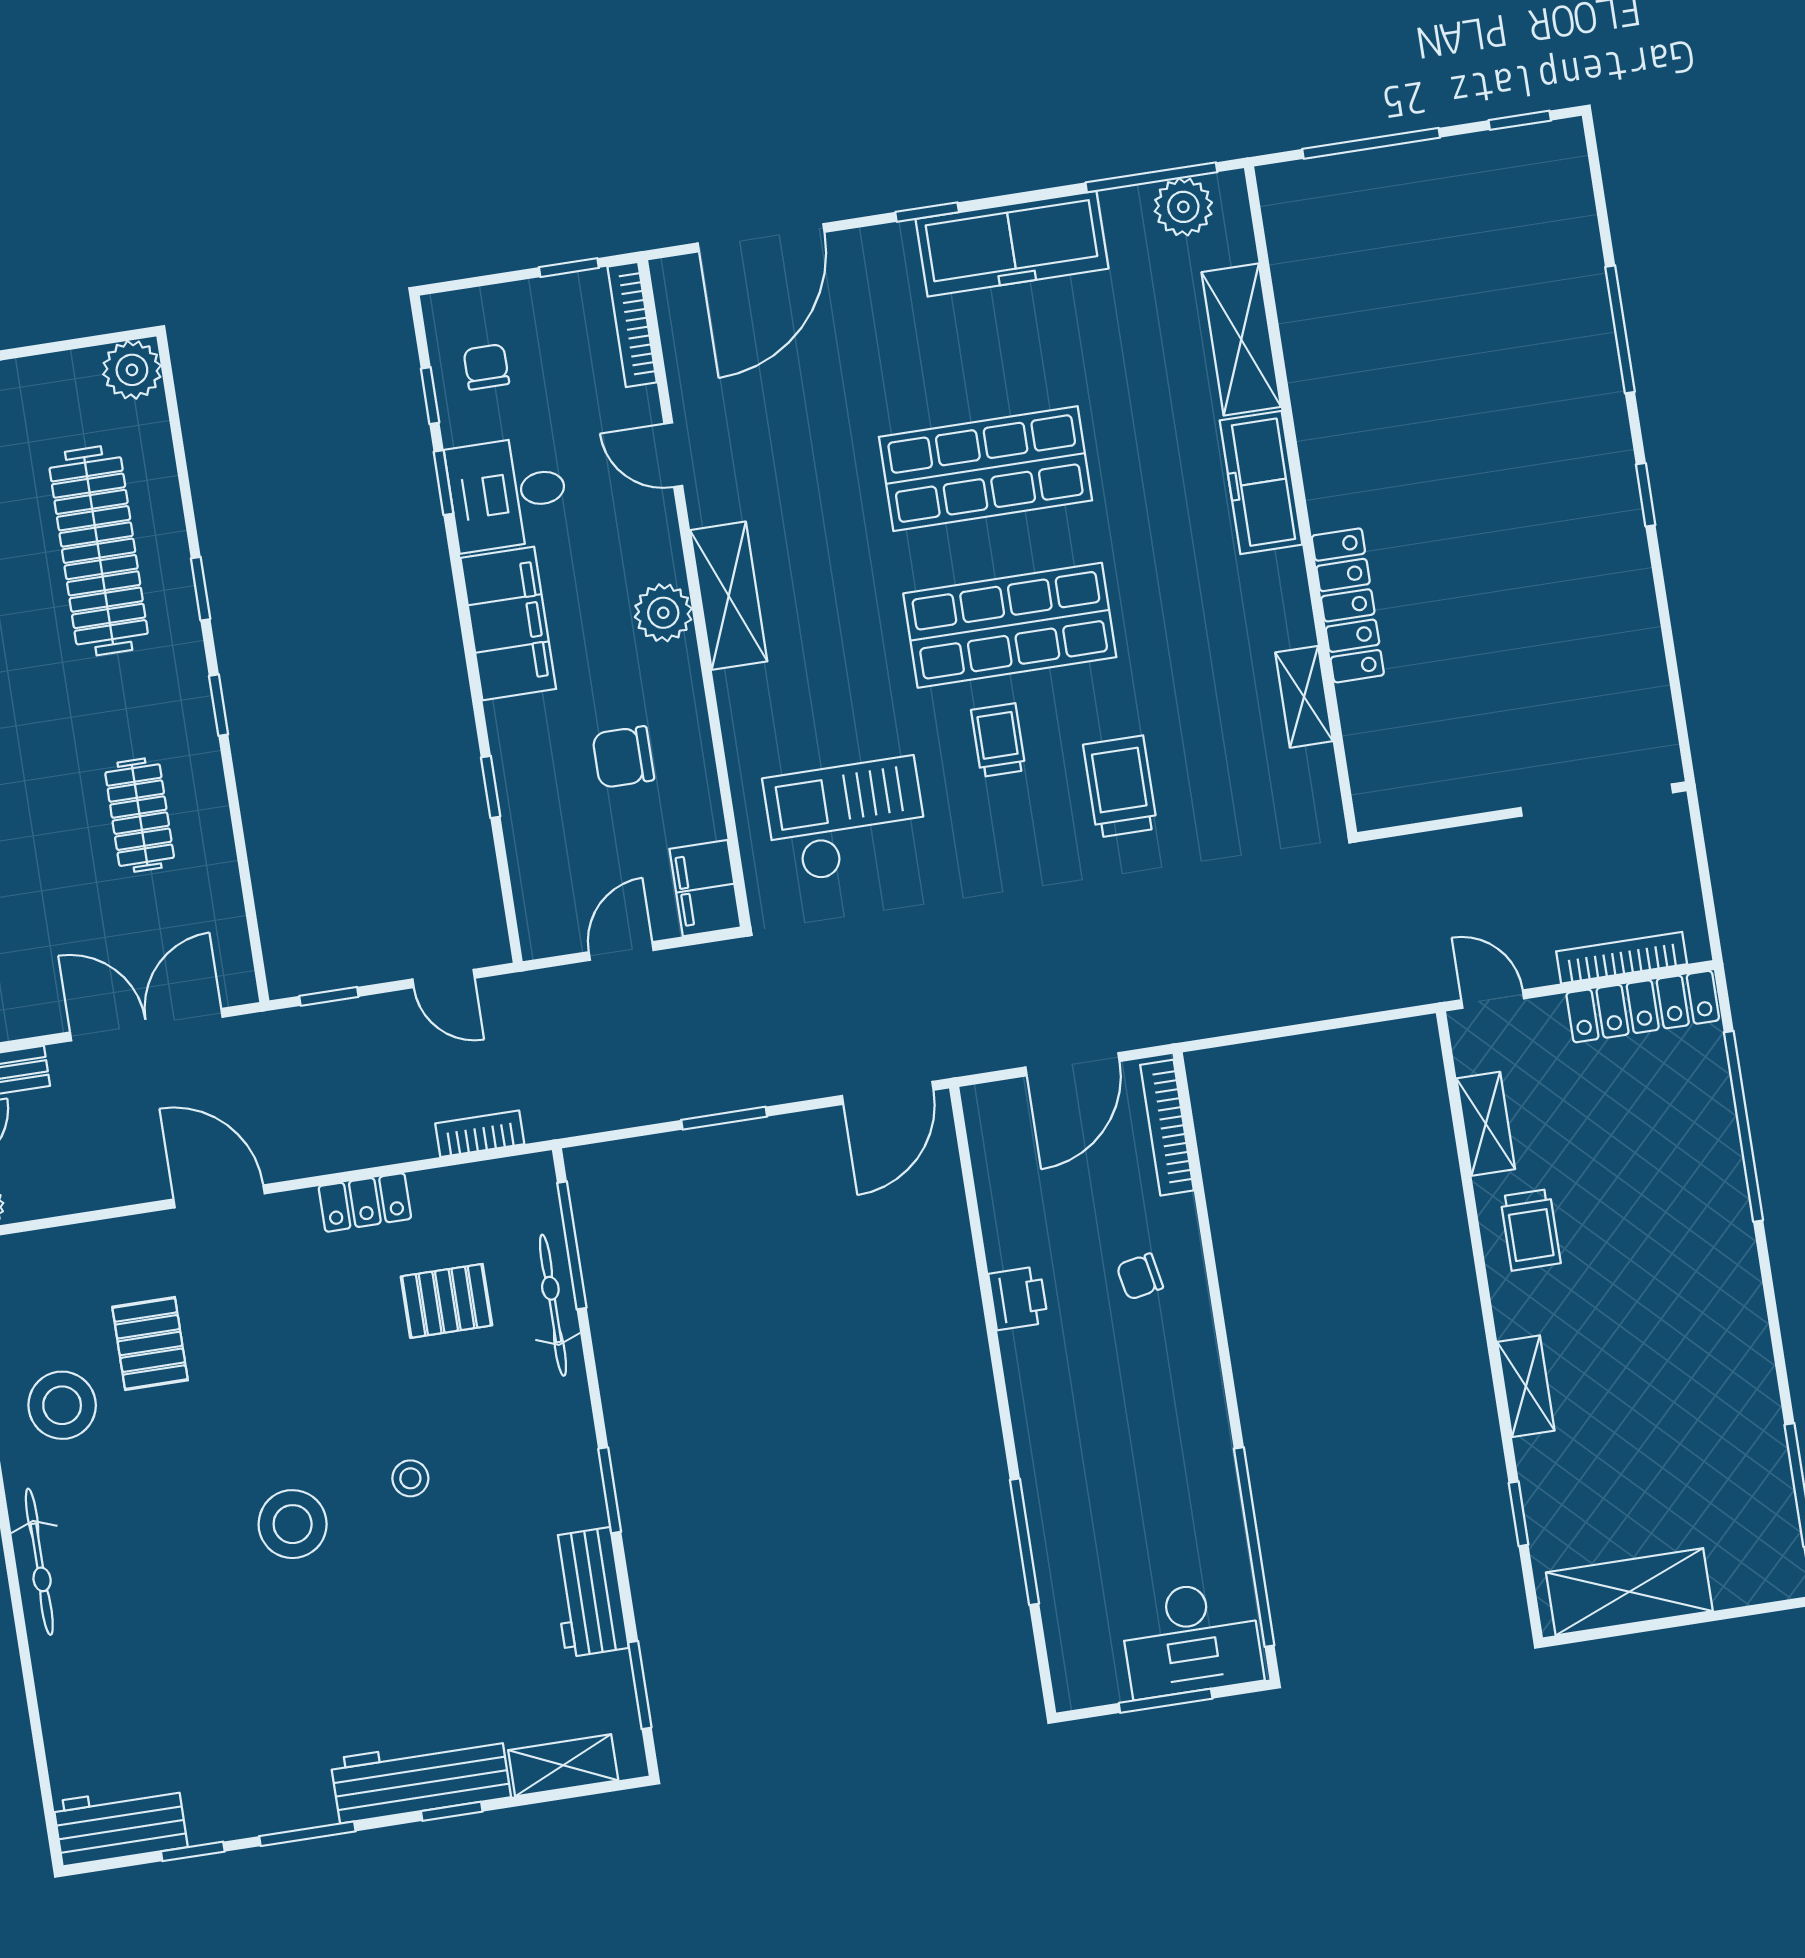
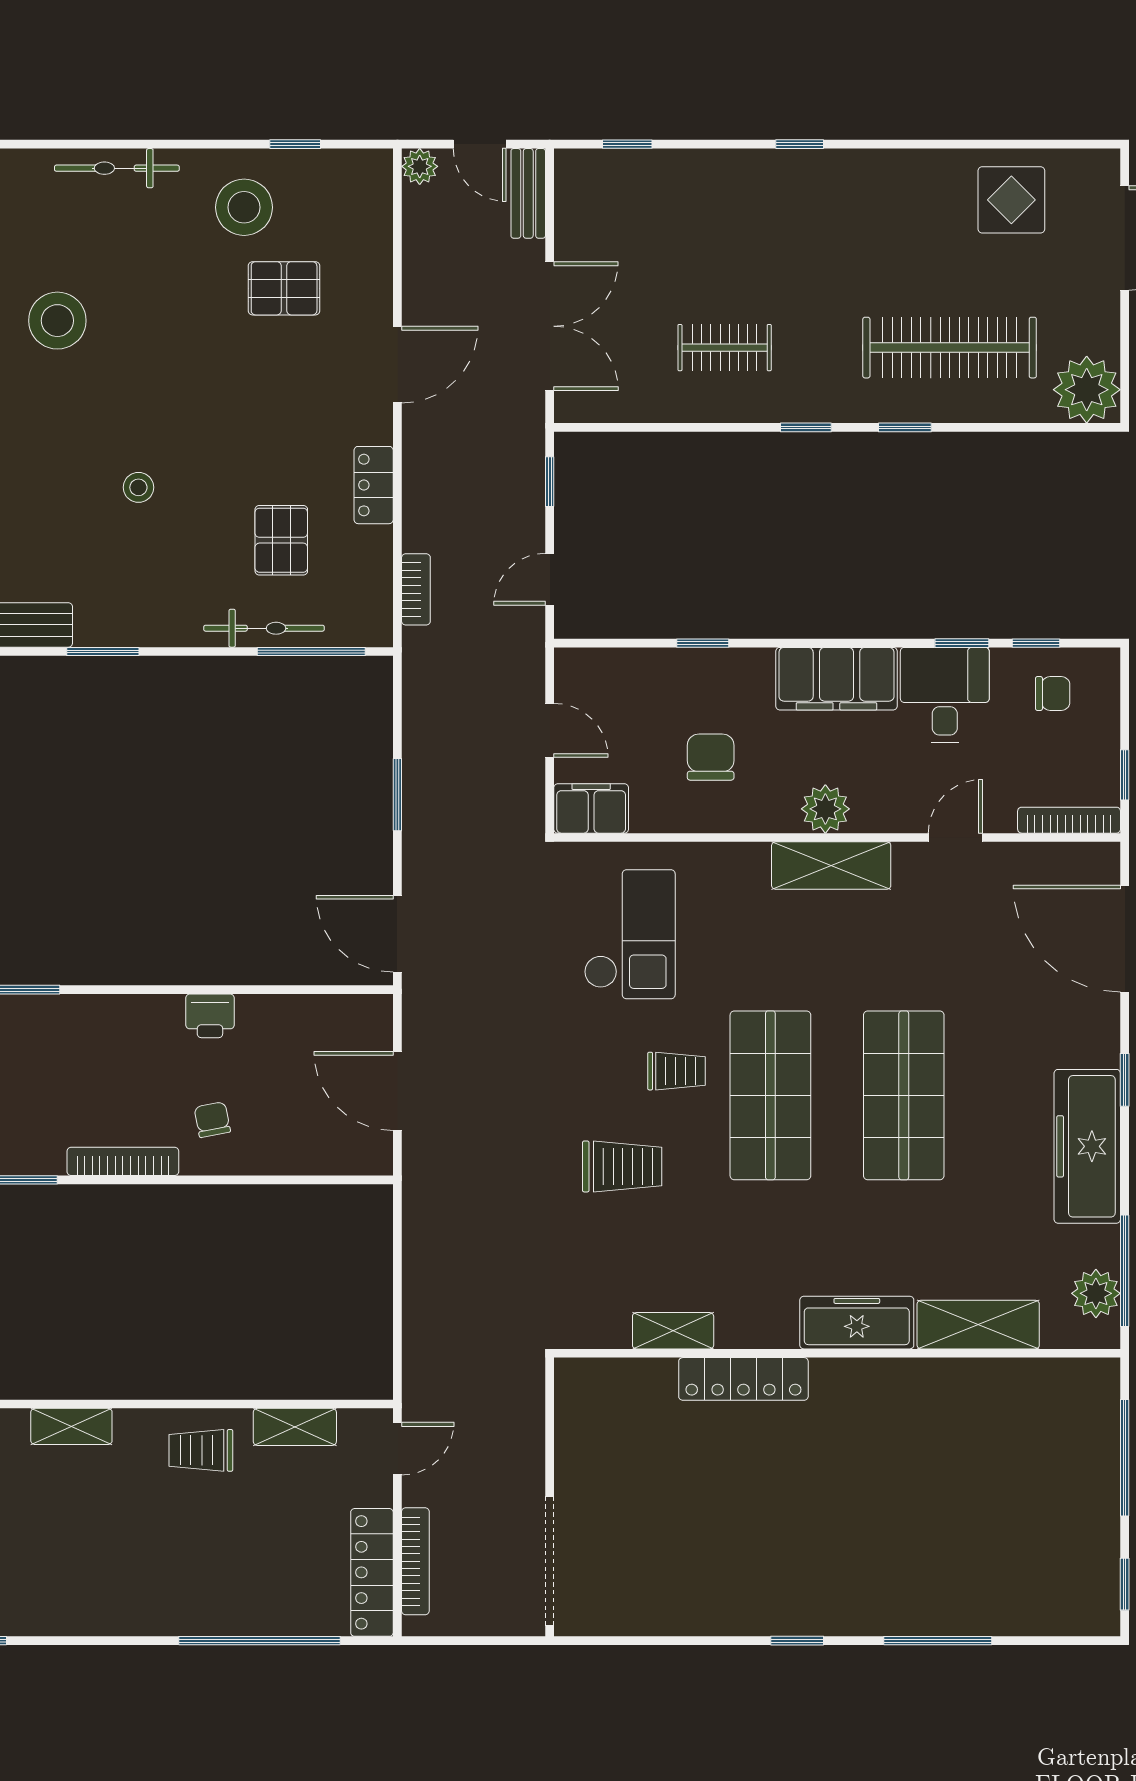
plant: (132, 370) -> (1087, 390), width x1.36, depth x1.36
bookcase: (1167, 1128) -> (123, 1161), moved
stool: (293, 1524) -> (57, 321), moved

